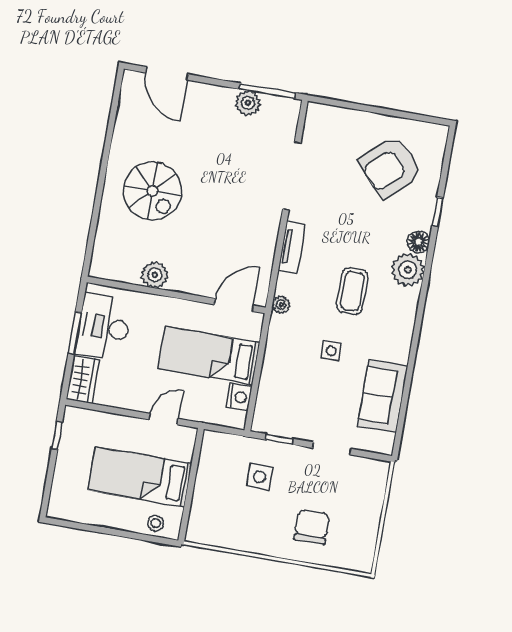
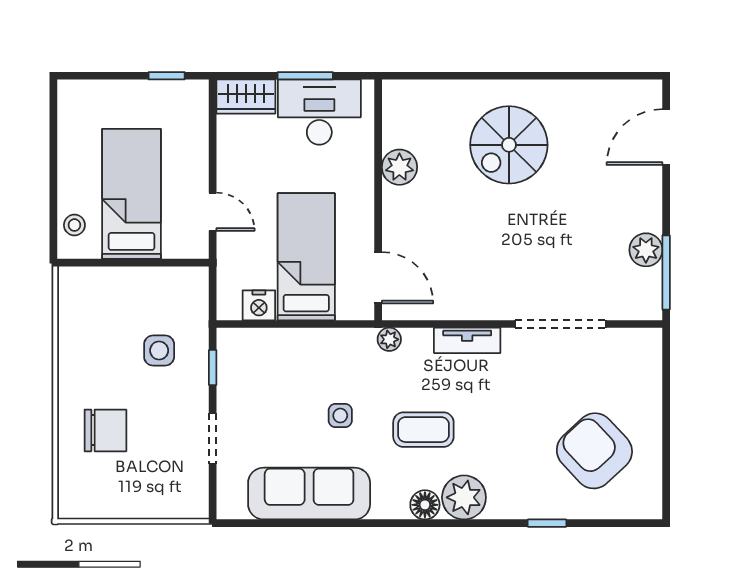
floor lamp: (418, 242) -> (425, 505), moved
sofa: (383, 396) -> (309, 494), width x1.36

